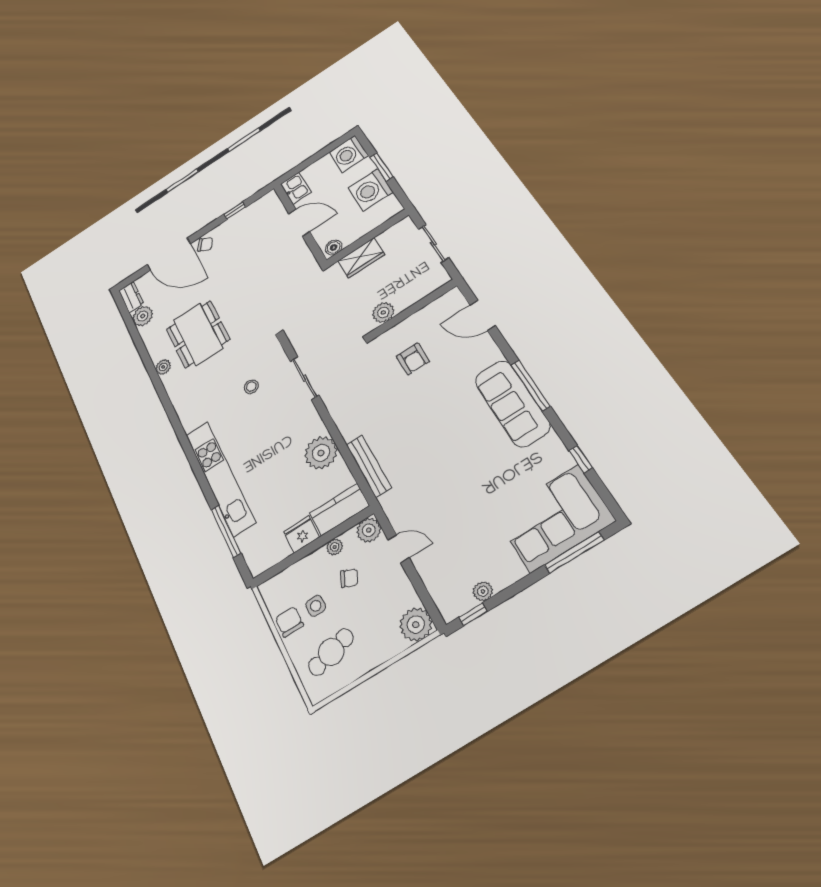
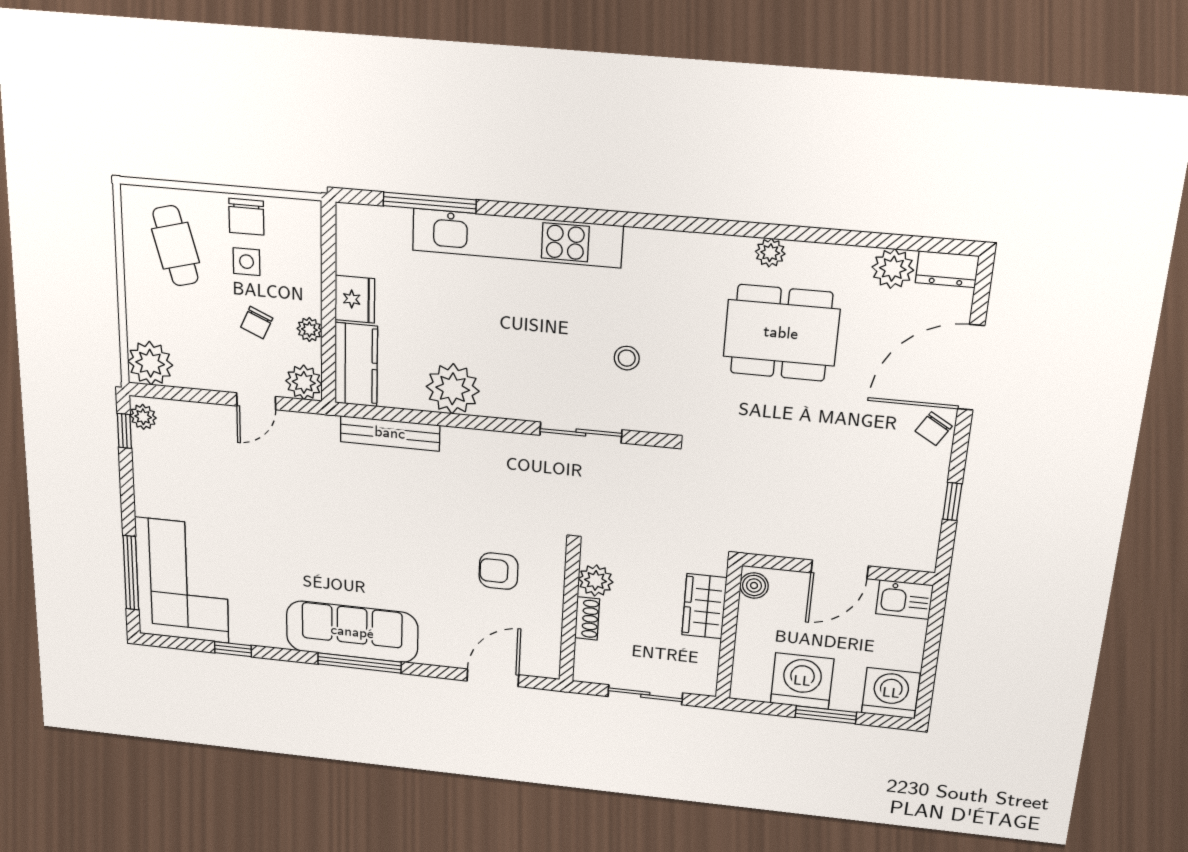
shoe rack: (409, 300) -> (587, 618), added
plant: (483, 591) -> (143, 417), moved
chair: (289, 622) -> (246, 217), turned 90

